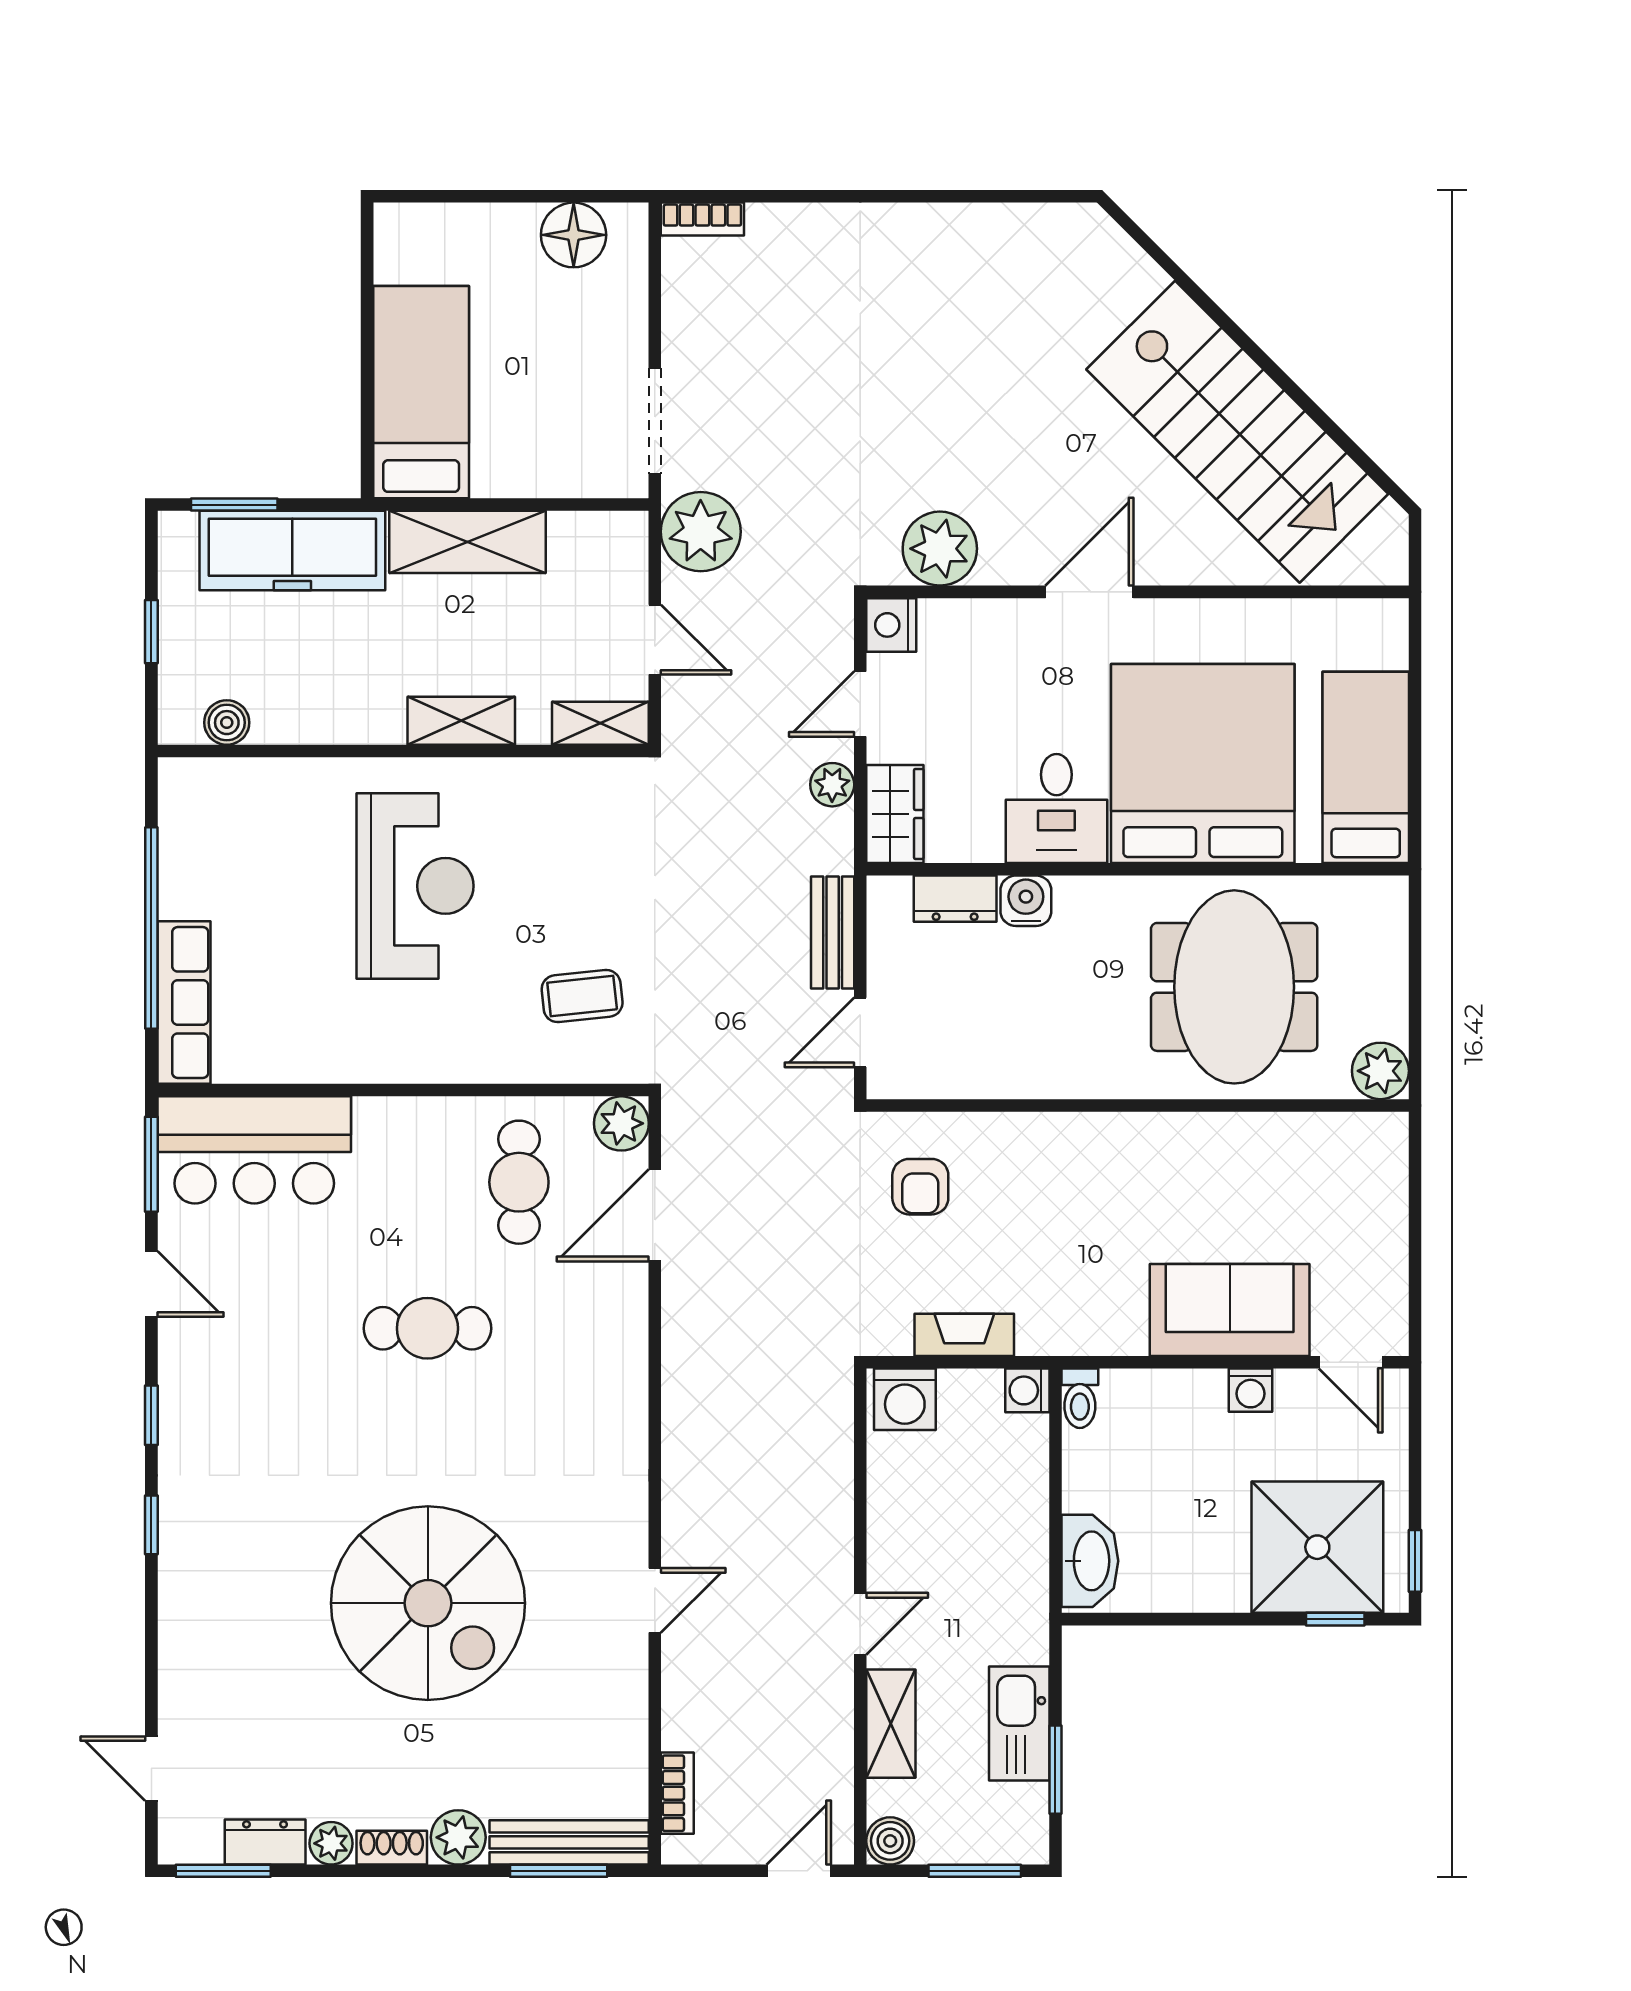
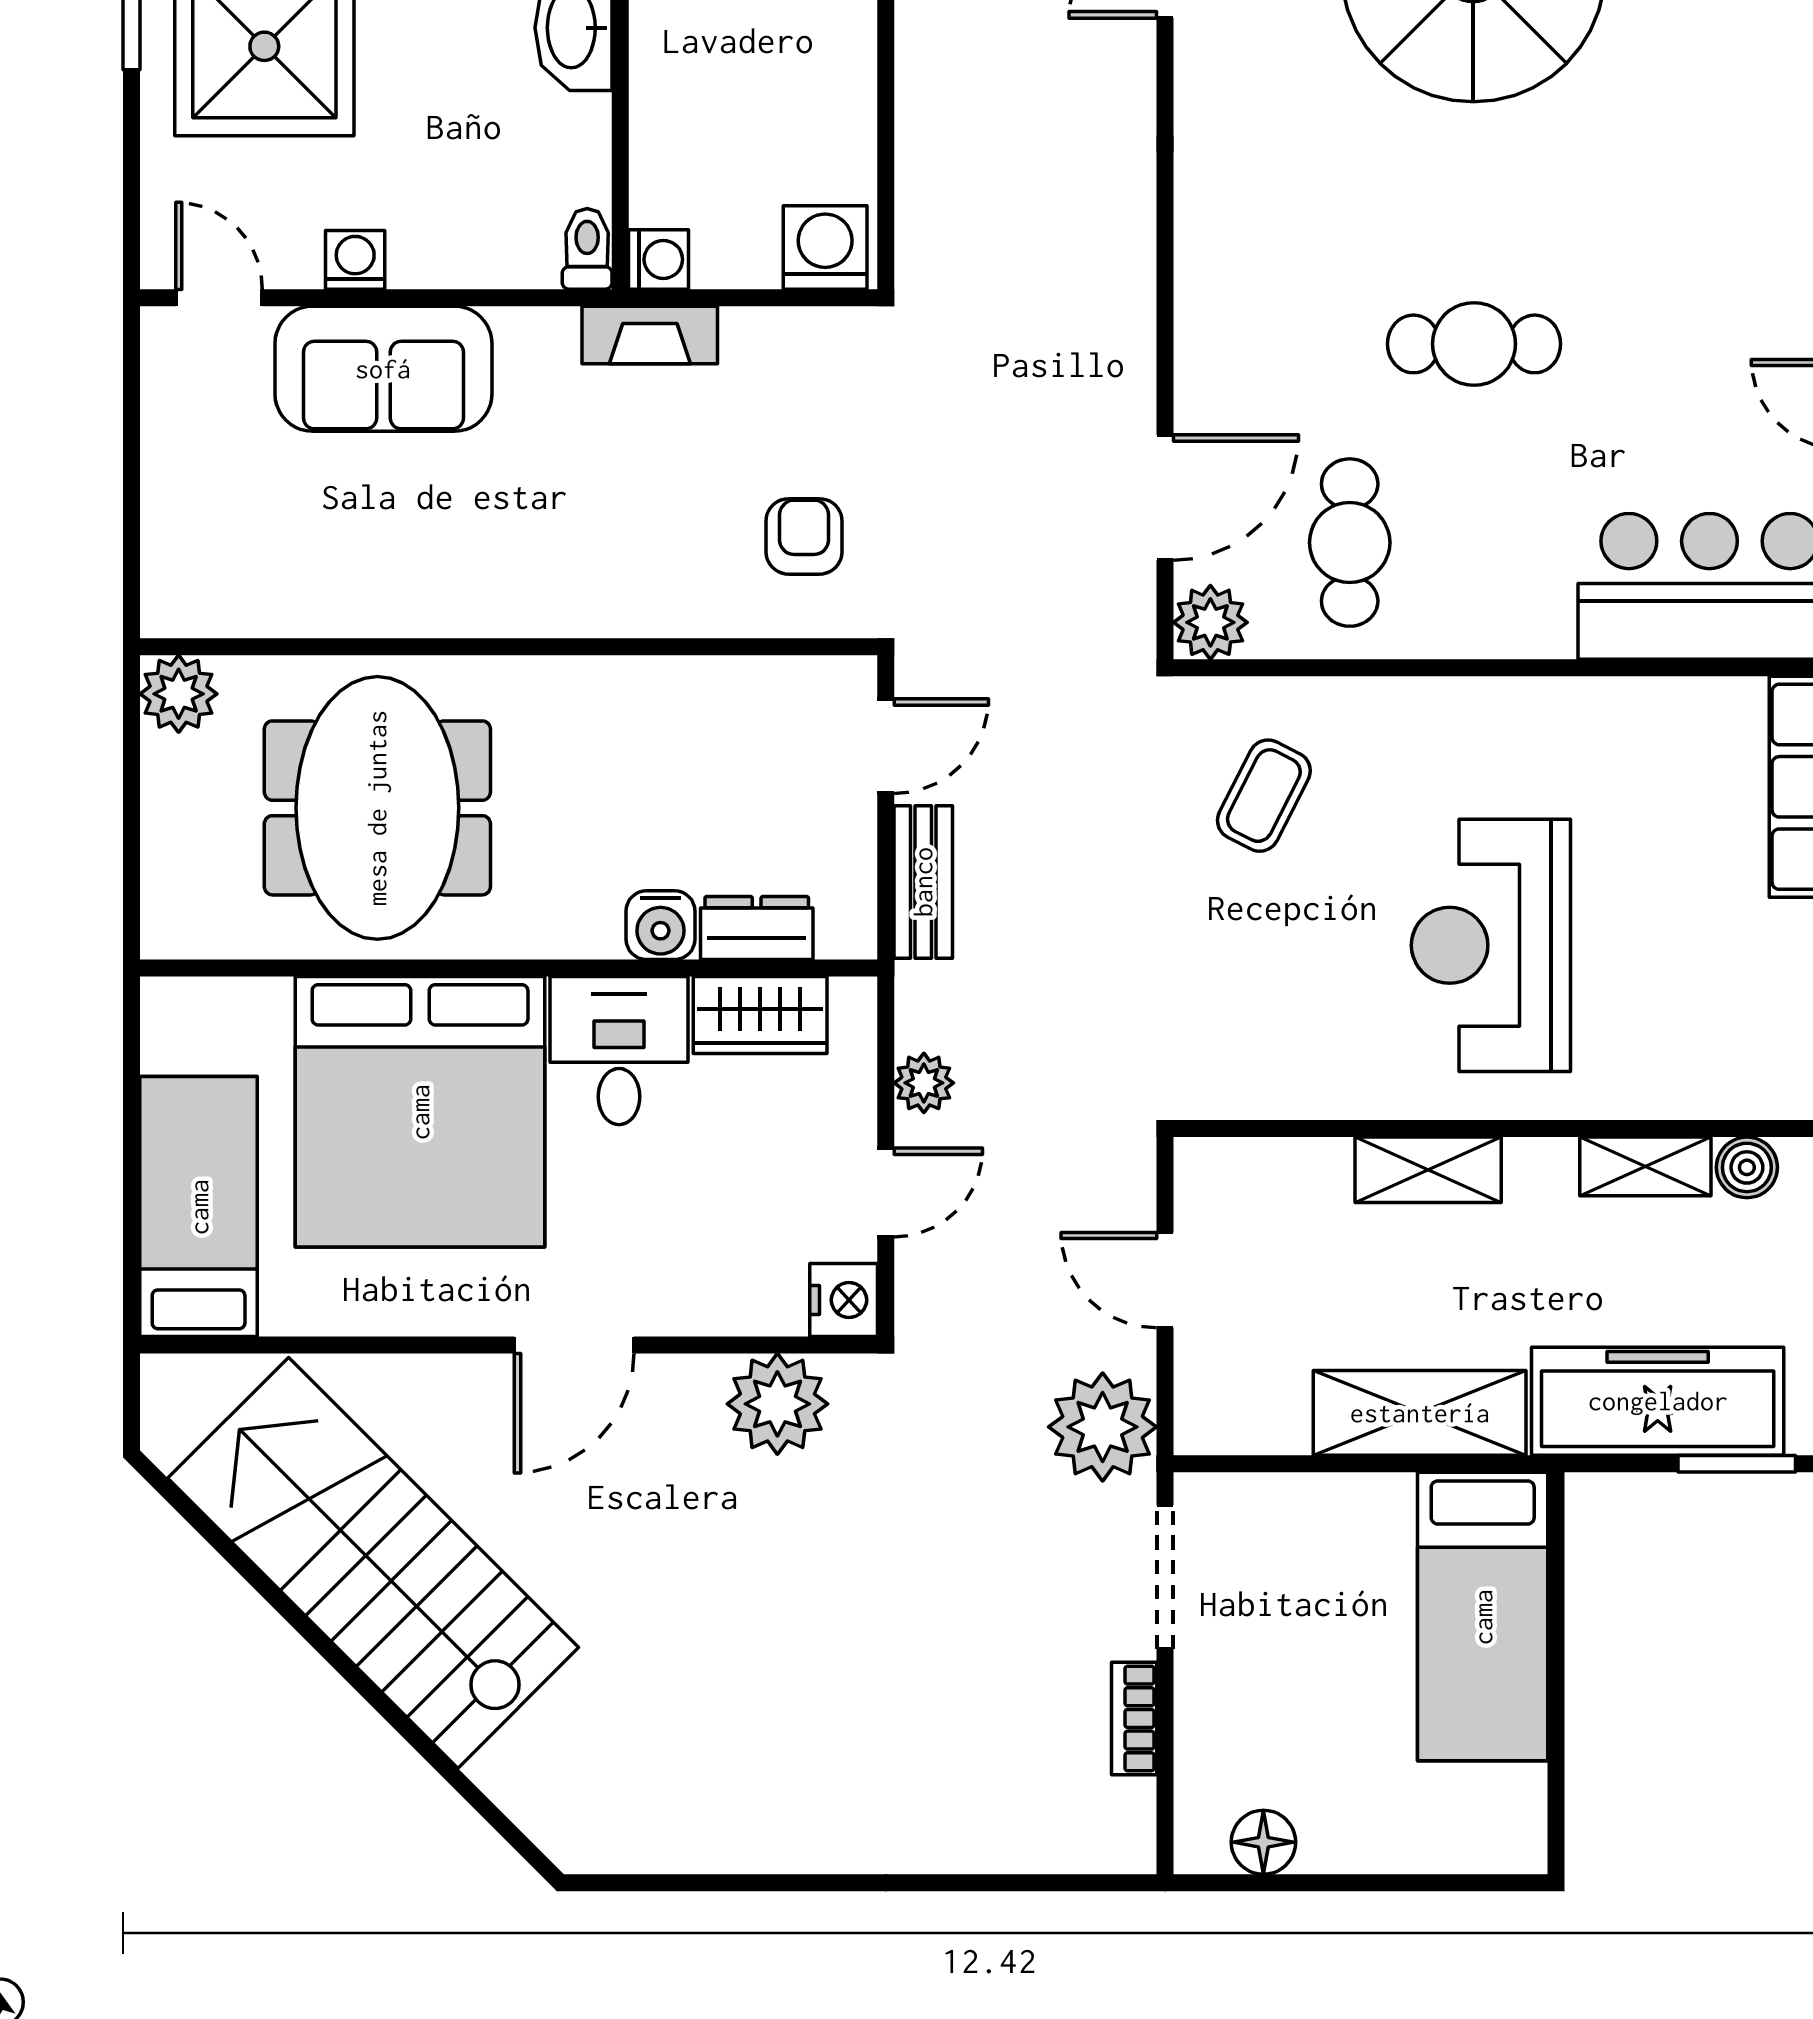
bookcase: (702, 219) -> (1134, 1718), moved, turned -90
floor lamp: (574, 235) -> (1263, 1842), width x0.73, depth x0.73
shelving: (600, 723) -> (1645, 1166), moved
bed: (1366, 767) -> (199, 1207), moved, turned 180
wardrobe: (895, 814) -> (760, 1015), moved, turned -90
coffee table: (582, 996) -> (1264, 796), turned -57
fireplace: (964, 1335) -> (650, 335), moved

